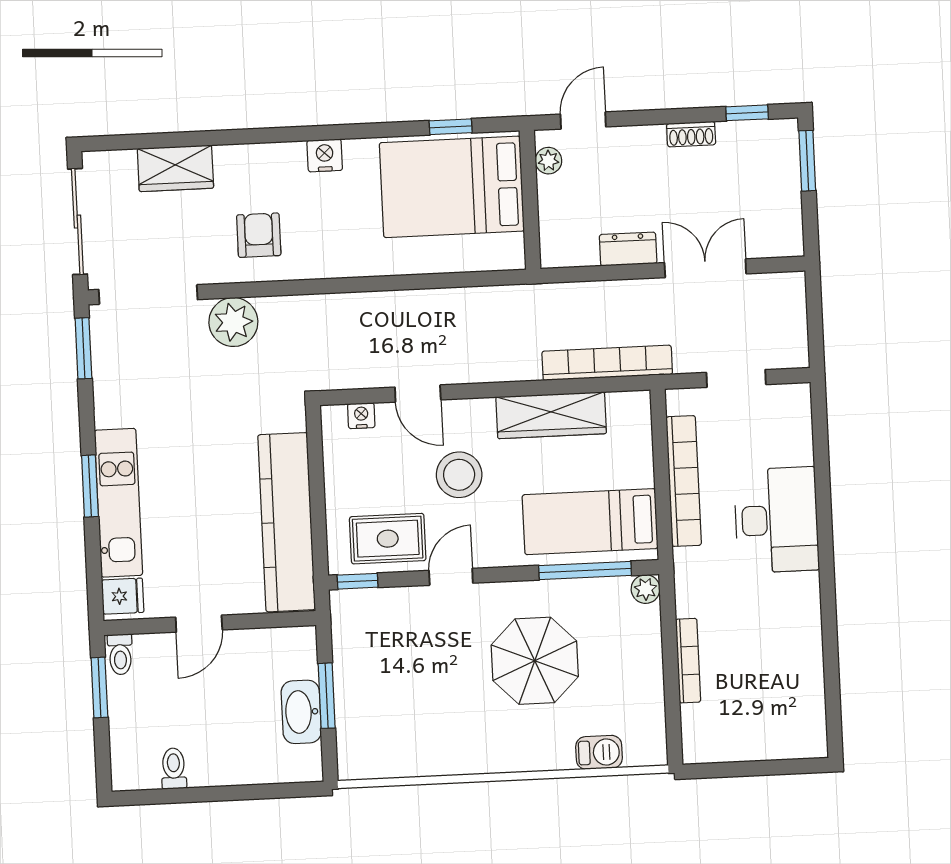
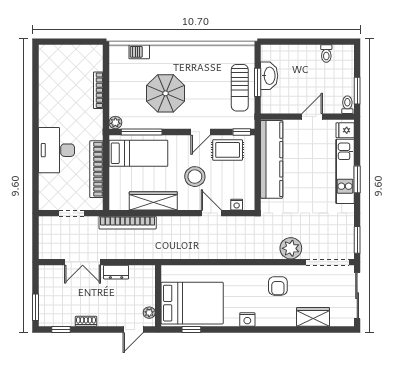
sun lounger: (367, 681) -> (240, 88), added

